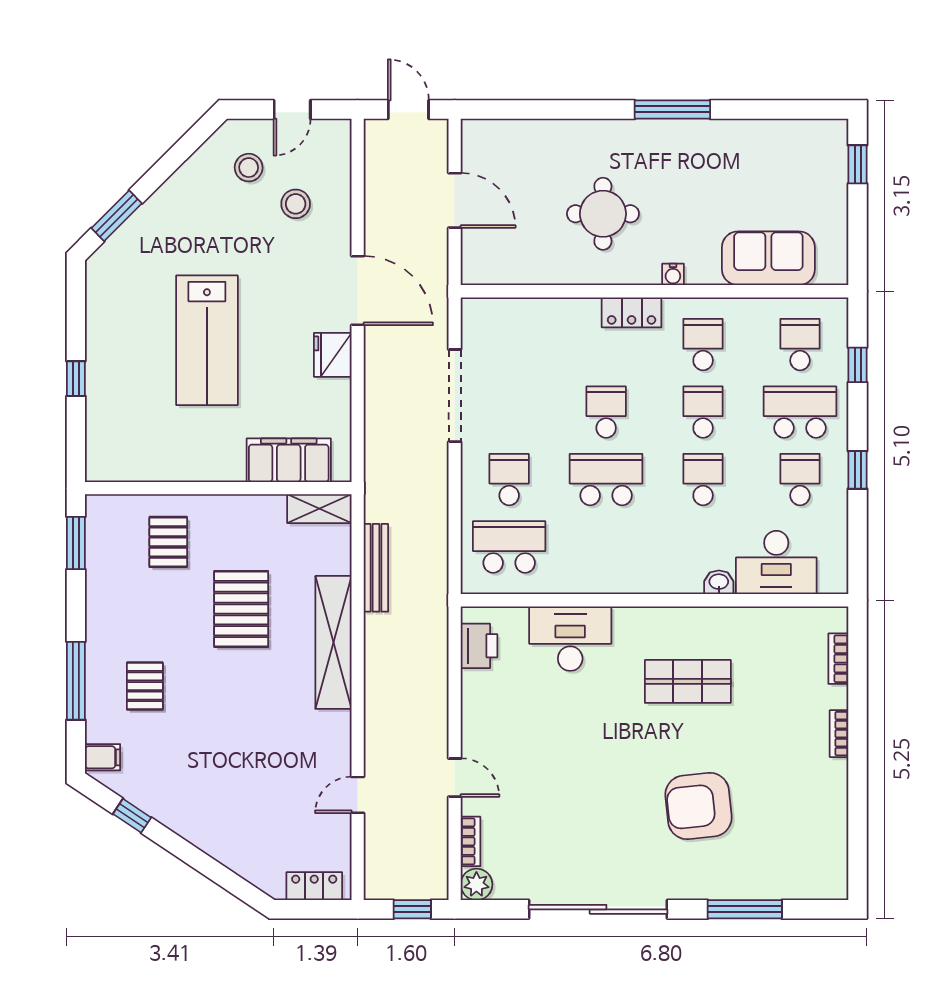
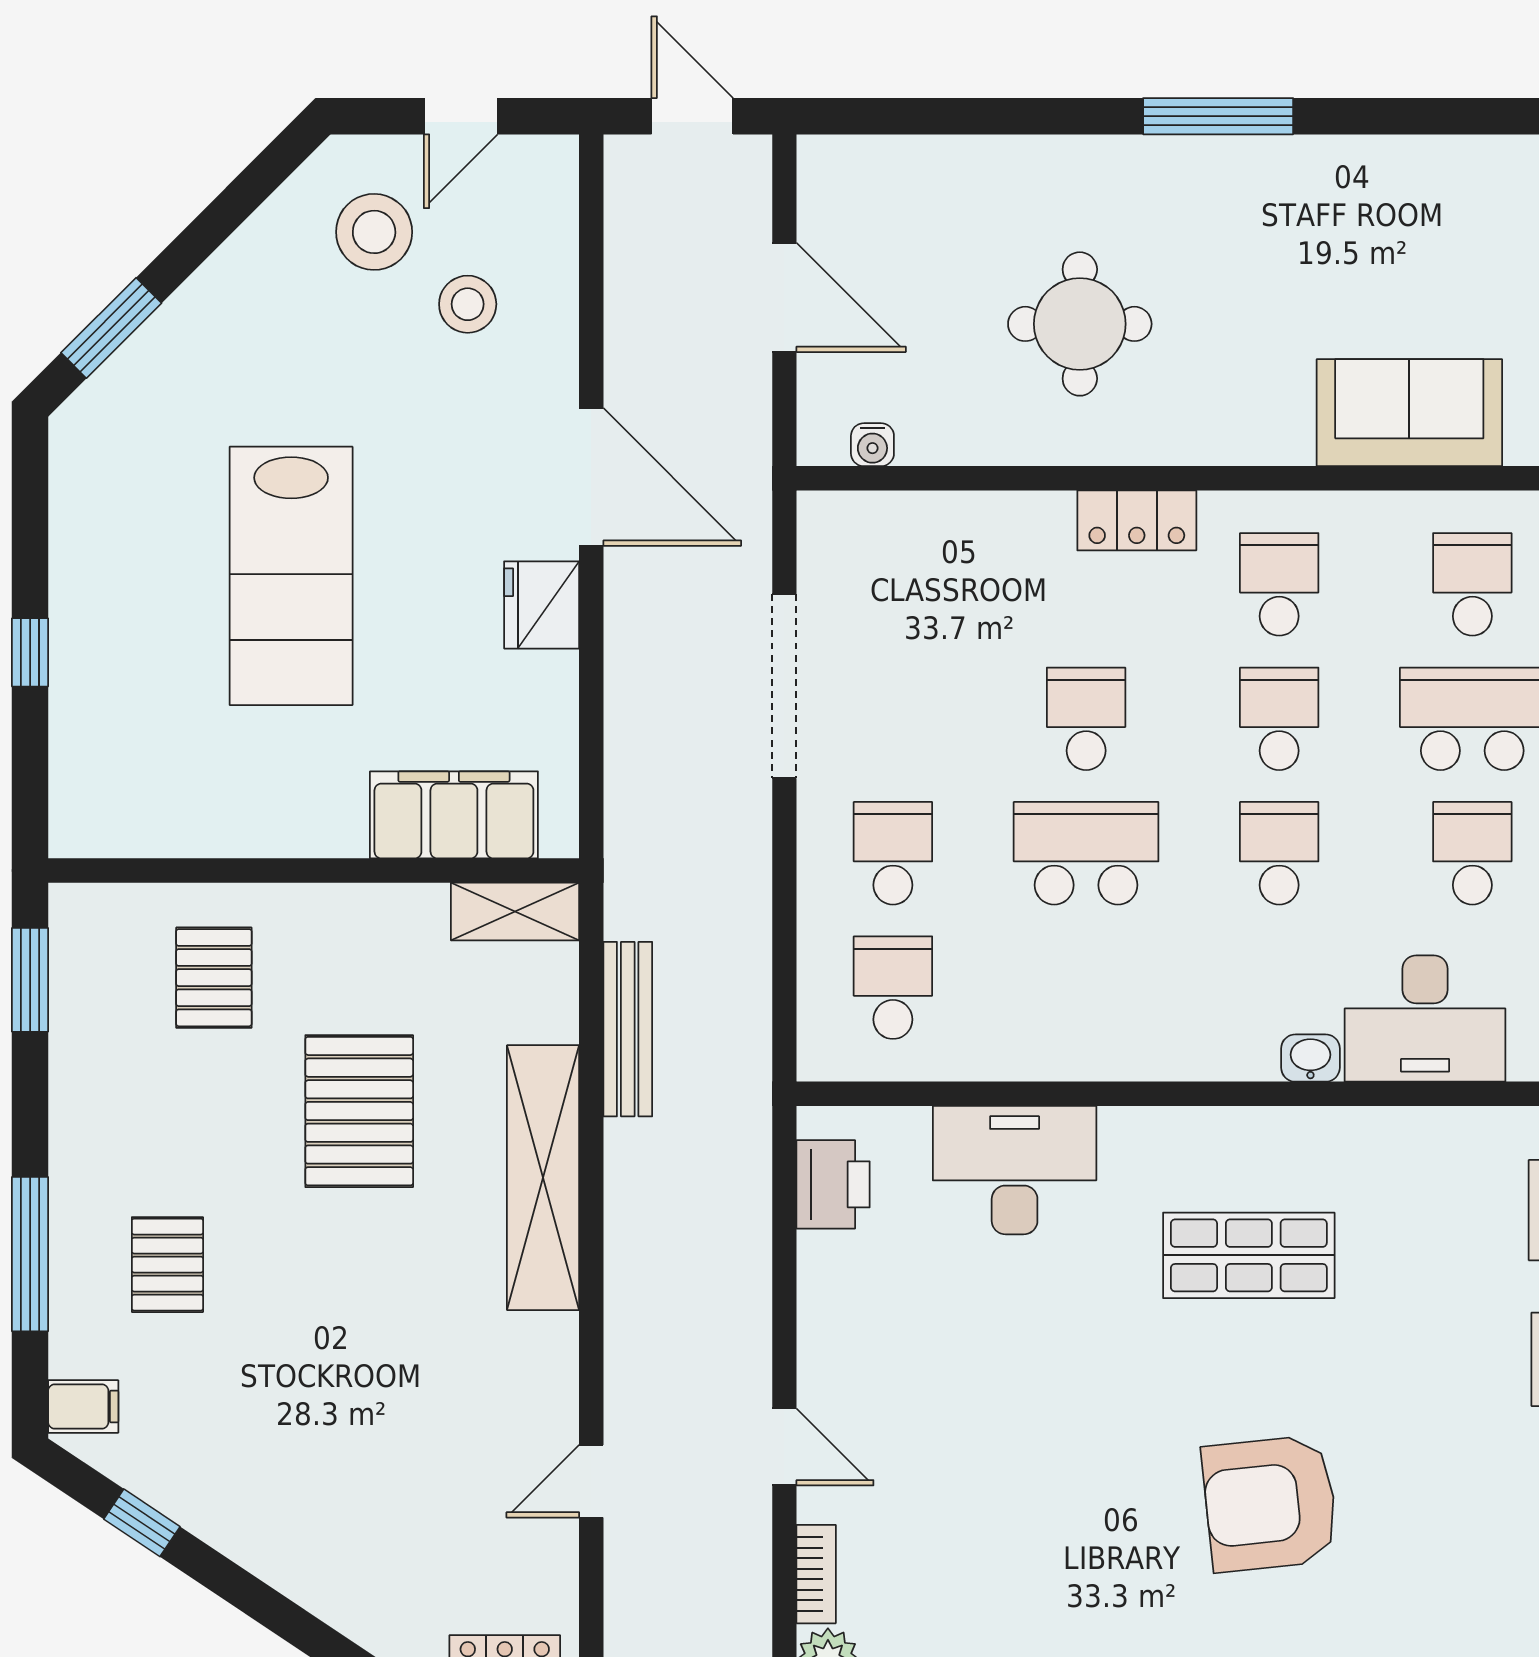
stool: (249, 168) -> (374, 232), width x1.38, depth x1.38
water cooler: (673, 274) -> (872, 445), moved
school desk: (509, 547) -> (893, 988), width x0.54

